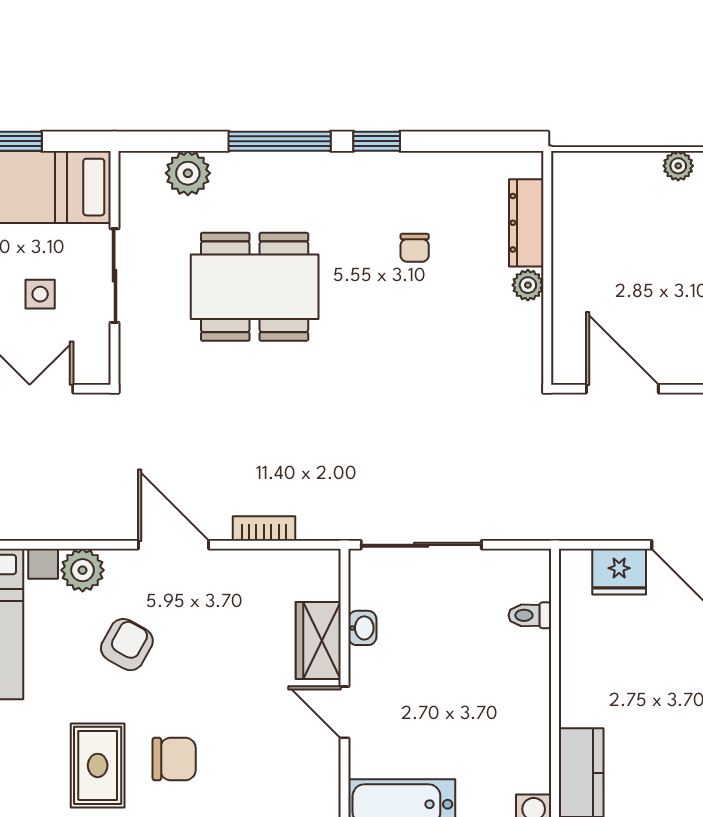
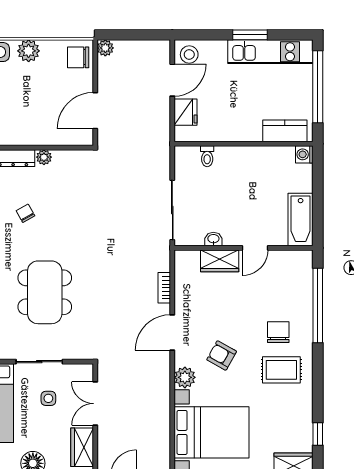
chair: (415, 248) -> (25, 213), turned -119

